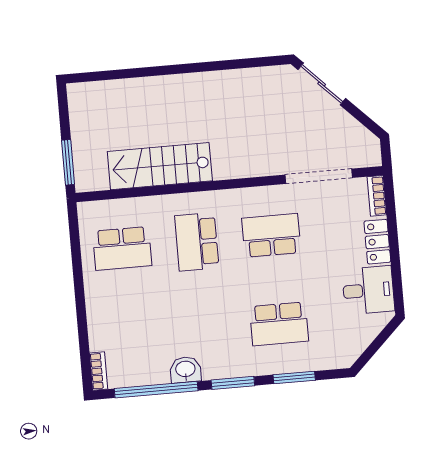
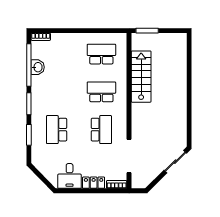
school desk: (122, 248) -> (101, 54), turned 90
washbasin: (185, 370) -> (38, 67), moved

